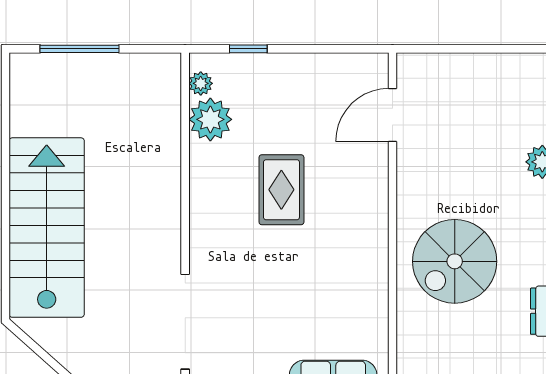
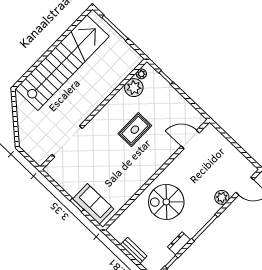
stairs: (47, 228) -> (62, 63), width x1.36

